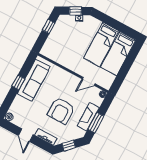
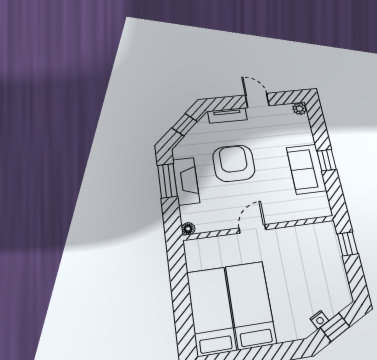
window: (49, 26) -> (347, 244), moved
sofa: (34, 80) -> (306, 169), width x0.73
door: (89, 81) -> (252, 229), moved

